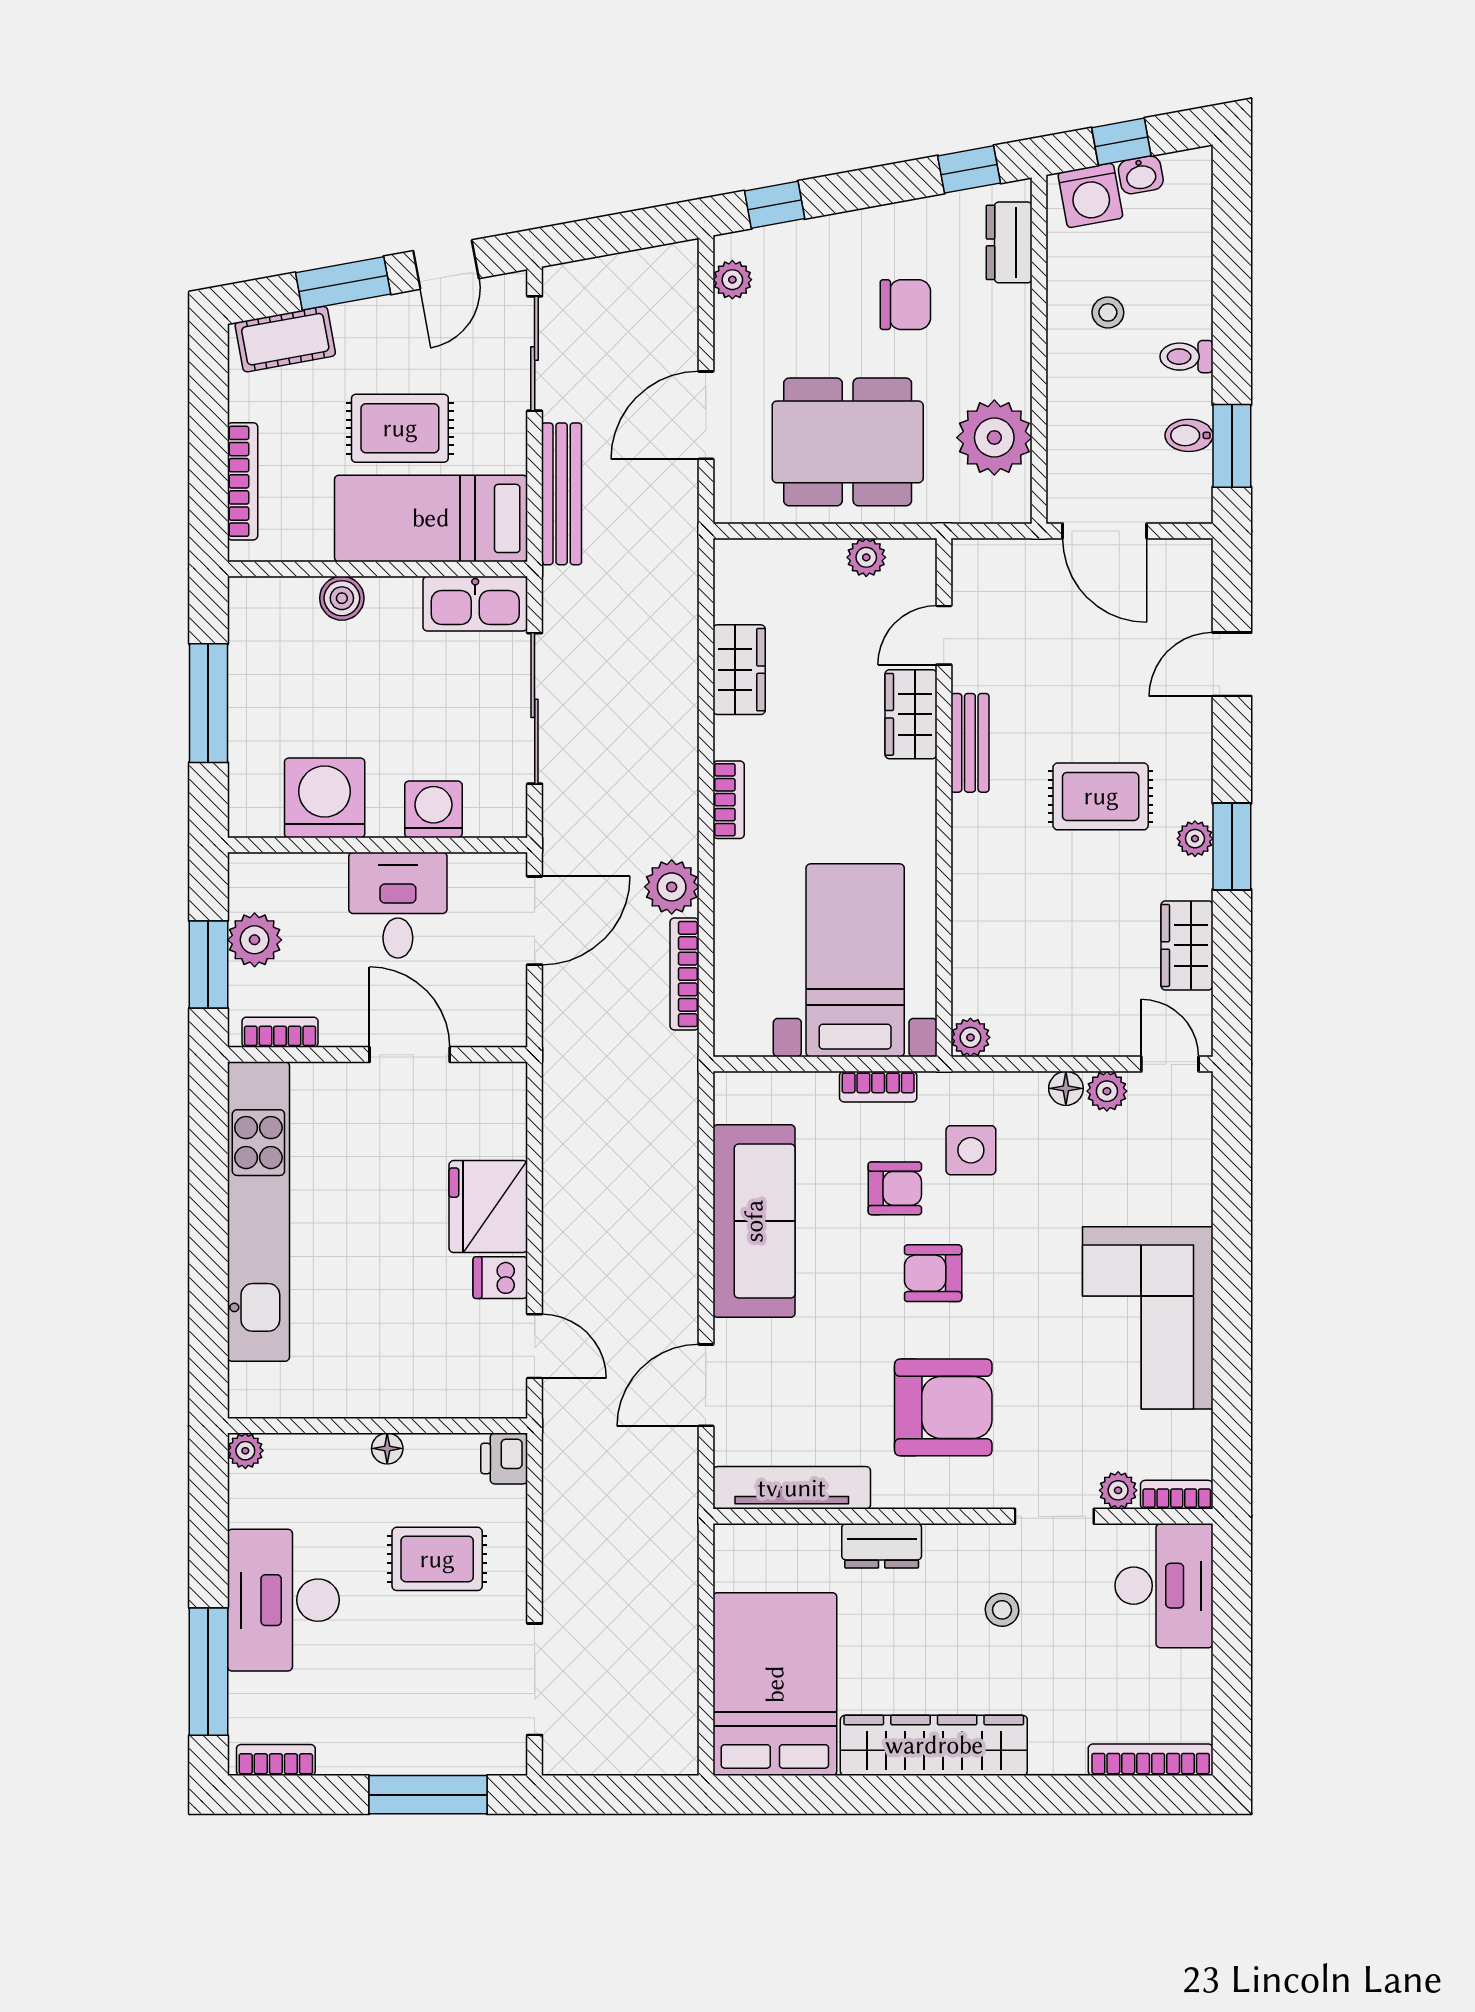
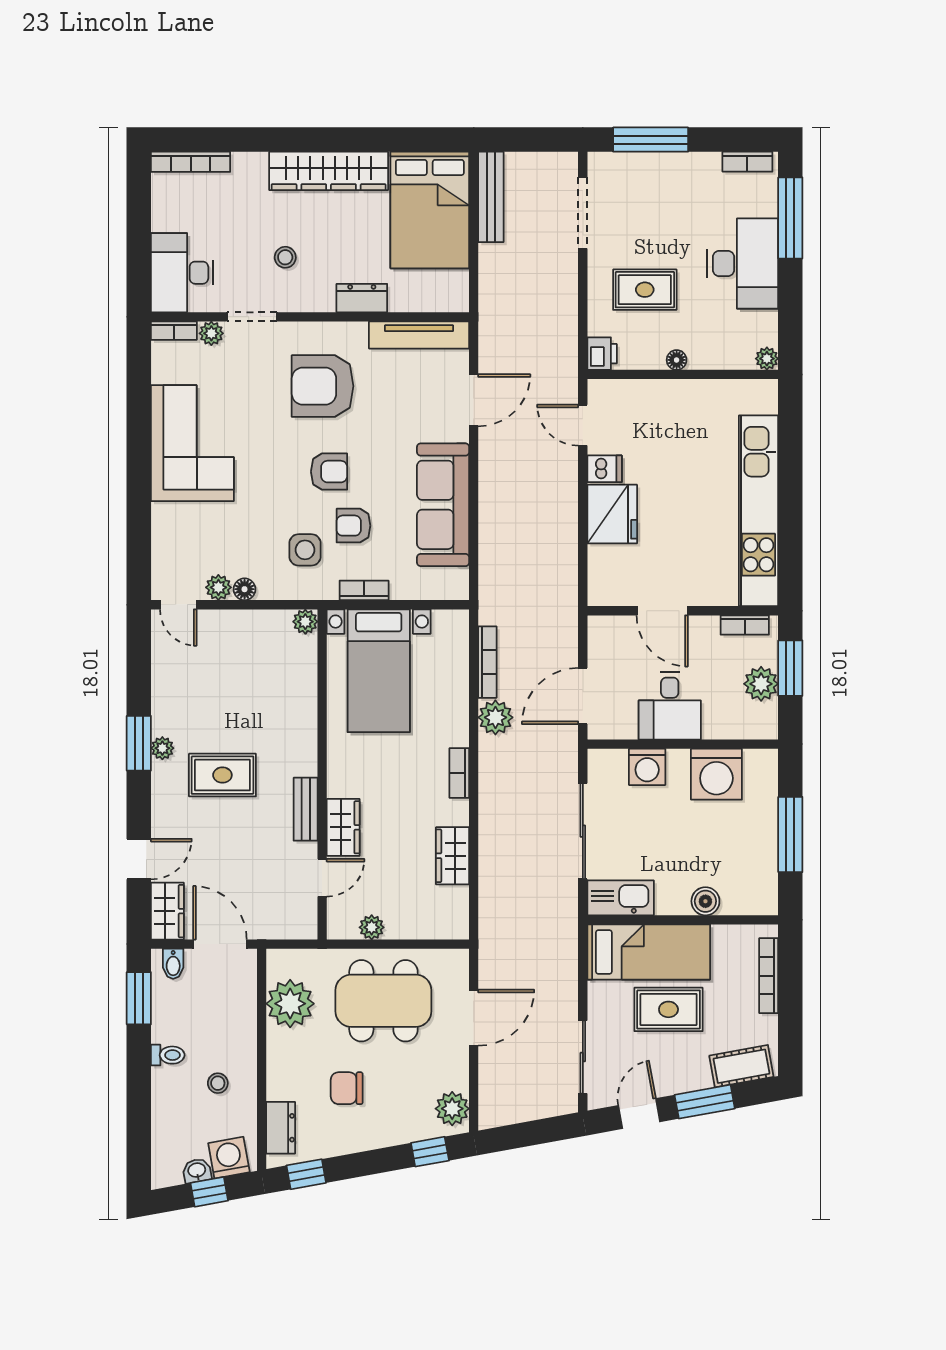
plant: (732, 280) -> (452, 1109), width x1.38, depth x1.38
bidet: (1189, 435) -> (173, 964), moved, turned 90
bench: (562, 494) -> (491, 197), moved
wardrobe: (1187, 945) -> (167, 911), moved

